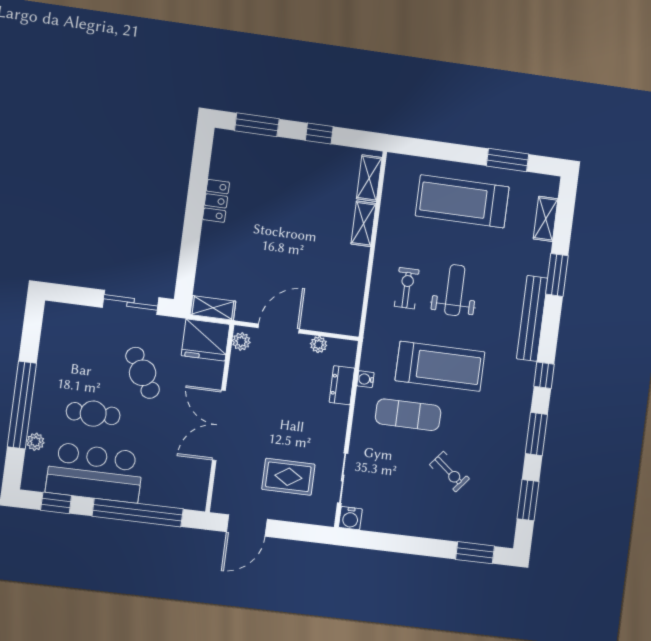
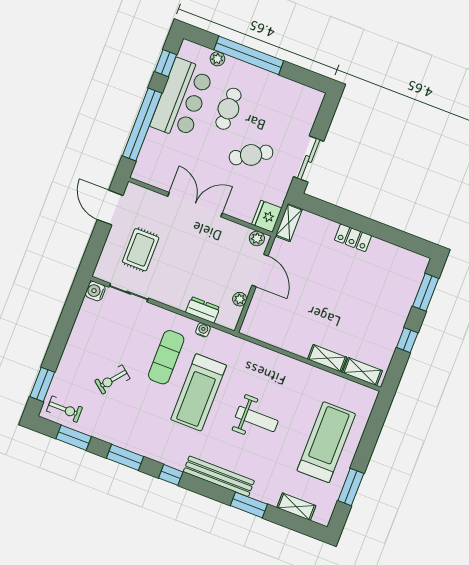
locker: (216, 201) -> (353, 238), moved
exercise bike: (407, 288) -> (64, 409), moved
fridge: (205, 340) -> (267, 216), width x0.73, depth x0.75

